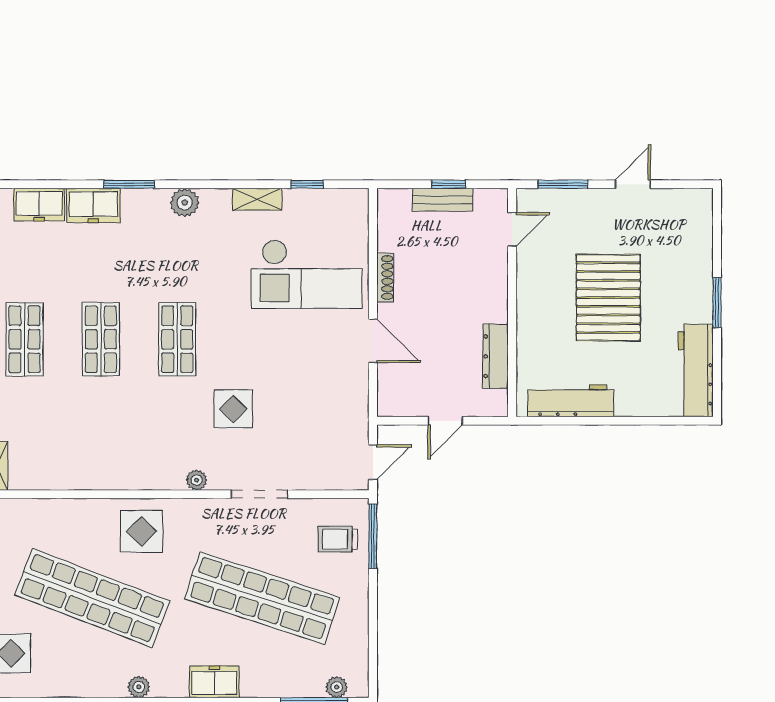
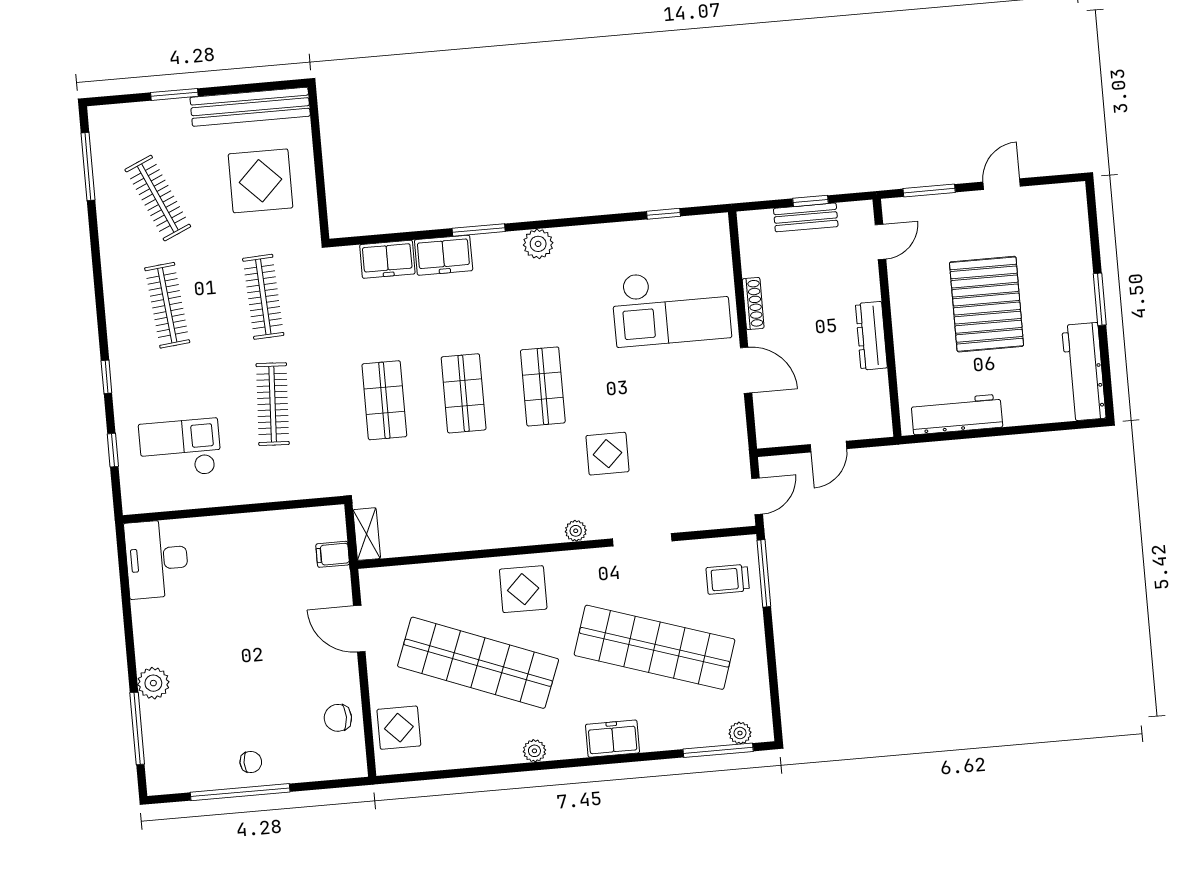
shelving: (257, 199) -> (613, 234), removed
dresser: (496, 356) -> (871, 336), moved

